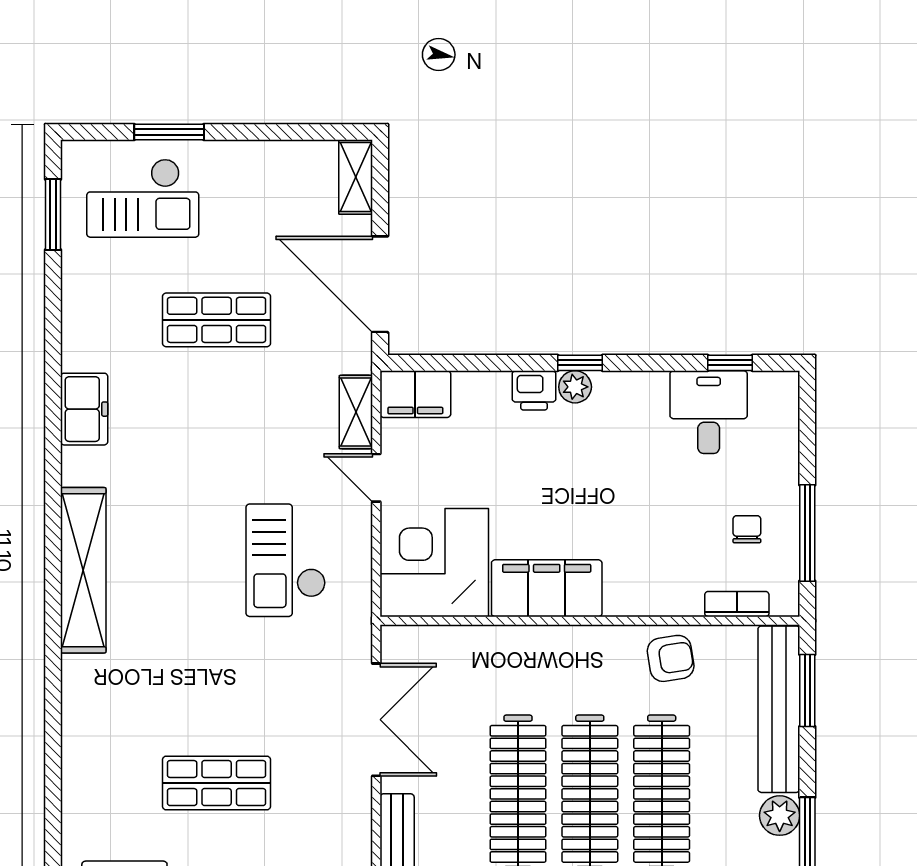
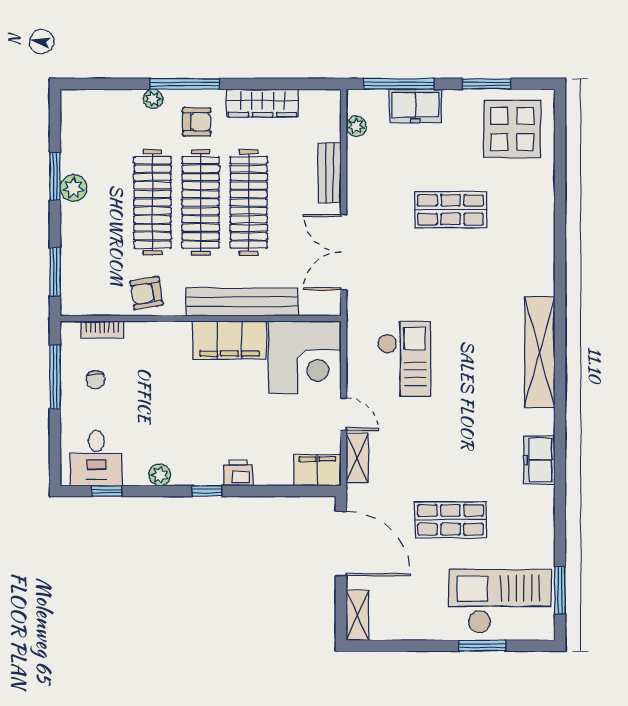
checkout: (143, 198) -> (500, 601), width x1.36, depth x1.21
plant: (575, 387) -> (160, 475), moved
desk: (709, 412) -> (96, 458), moved
bench: (779, 709) -> (242, 302), moved, turned 90

